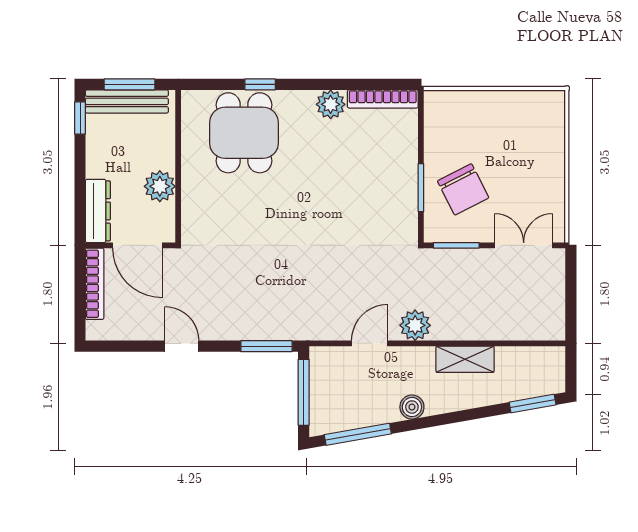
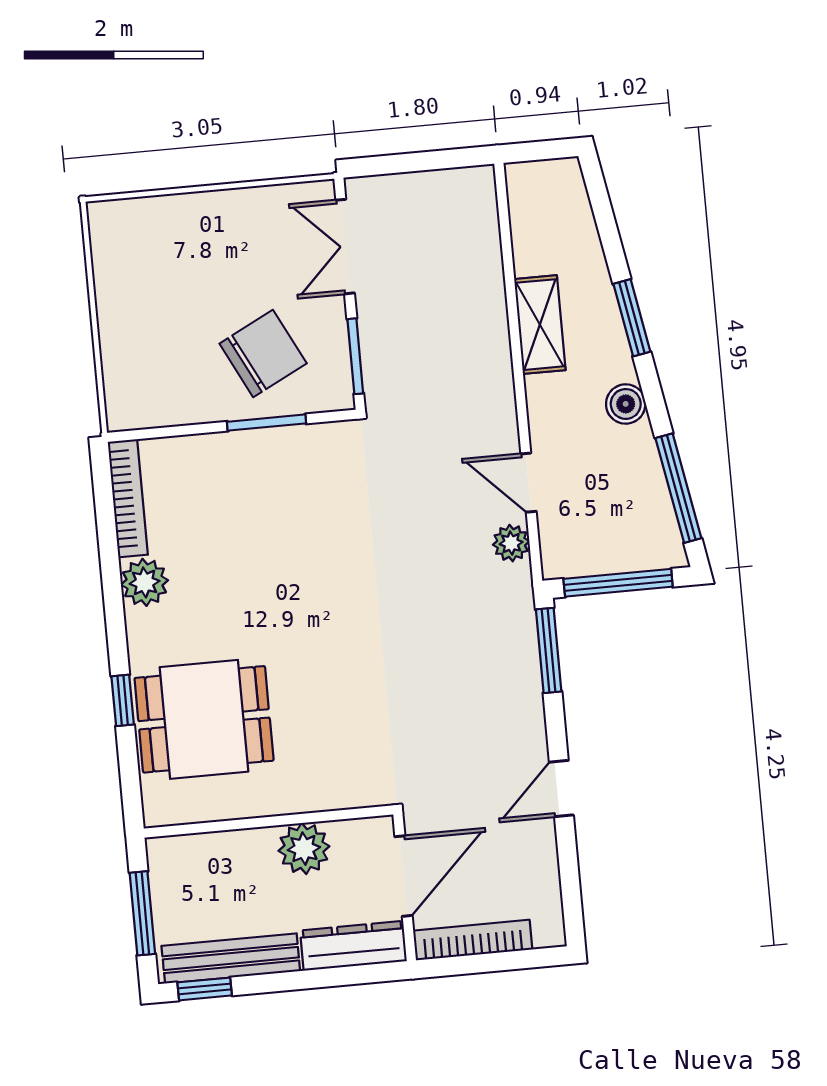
bench: (127, 101) -> (231, 958), moved, turned 90
plant: (415, 325) -> (511, 543), moved, width x0.73, depth x0.73
window: (533, 404) -> (632, 318), moved

